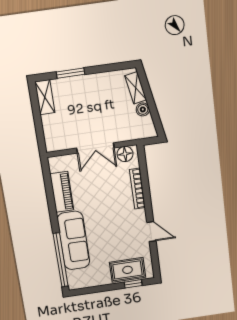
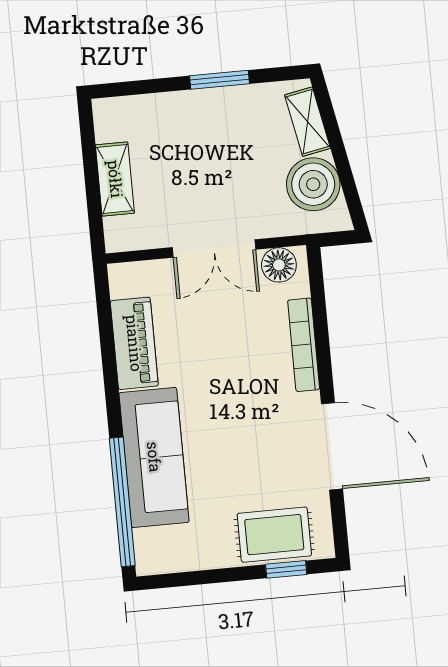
window: (71, 73) -> (219, 80), moved
shelving: (45, 97) -> (115, 179), moved
boiler: (143, 109) -> (313, 184), width x1.86, depth x1.86
door: (151, 232) -> (332, 446), width x1.88

